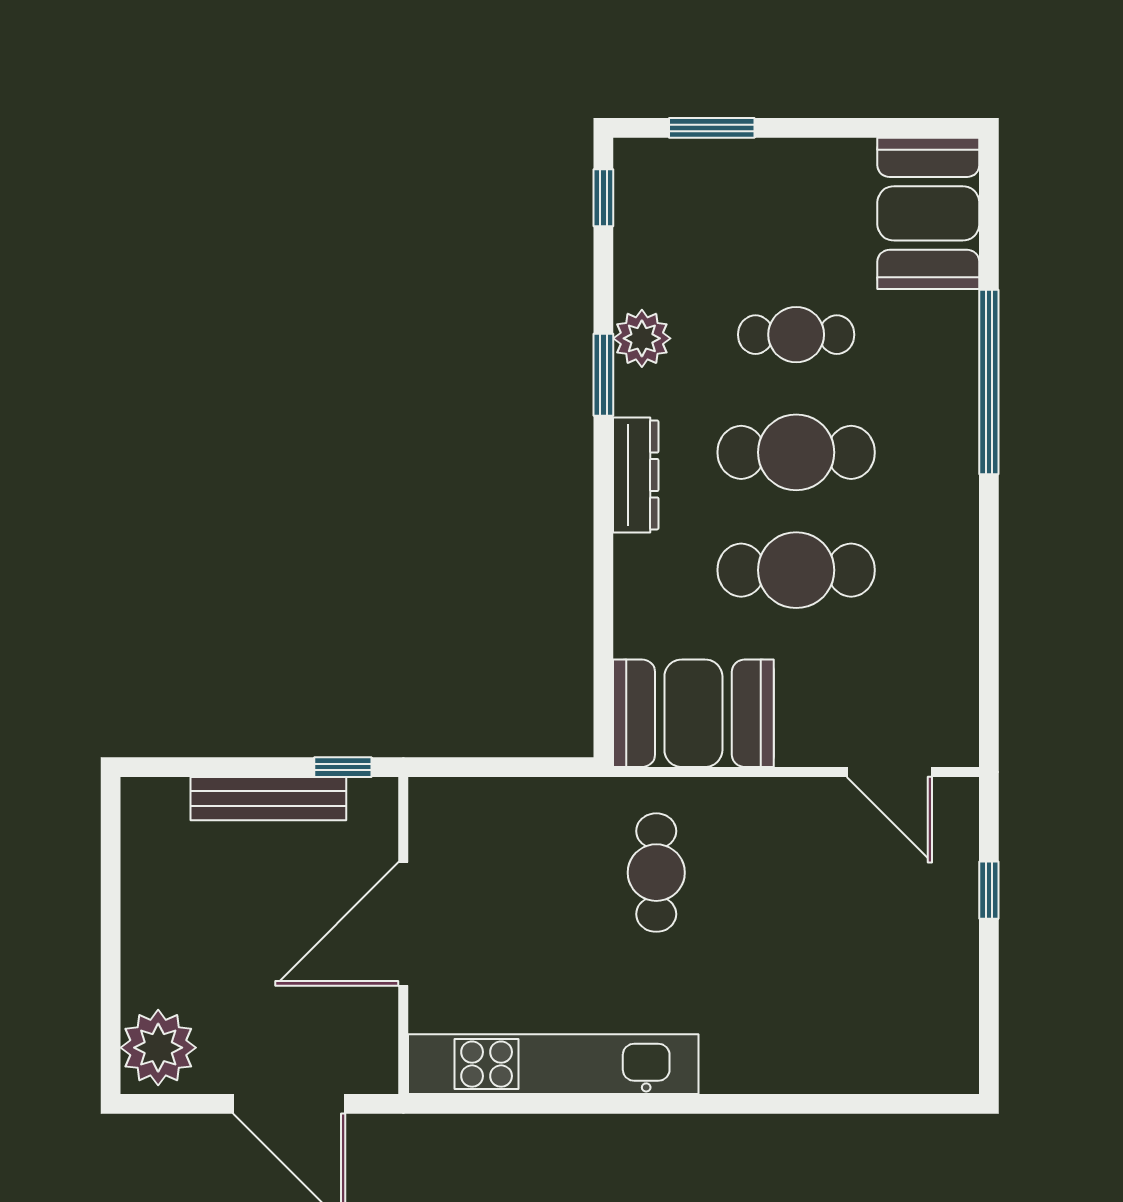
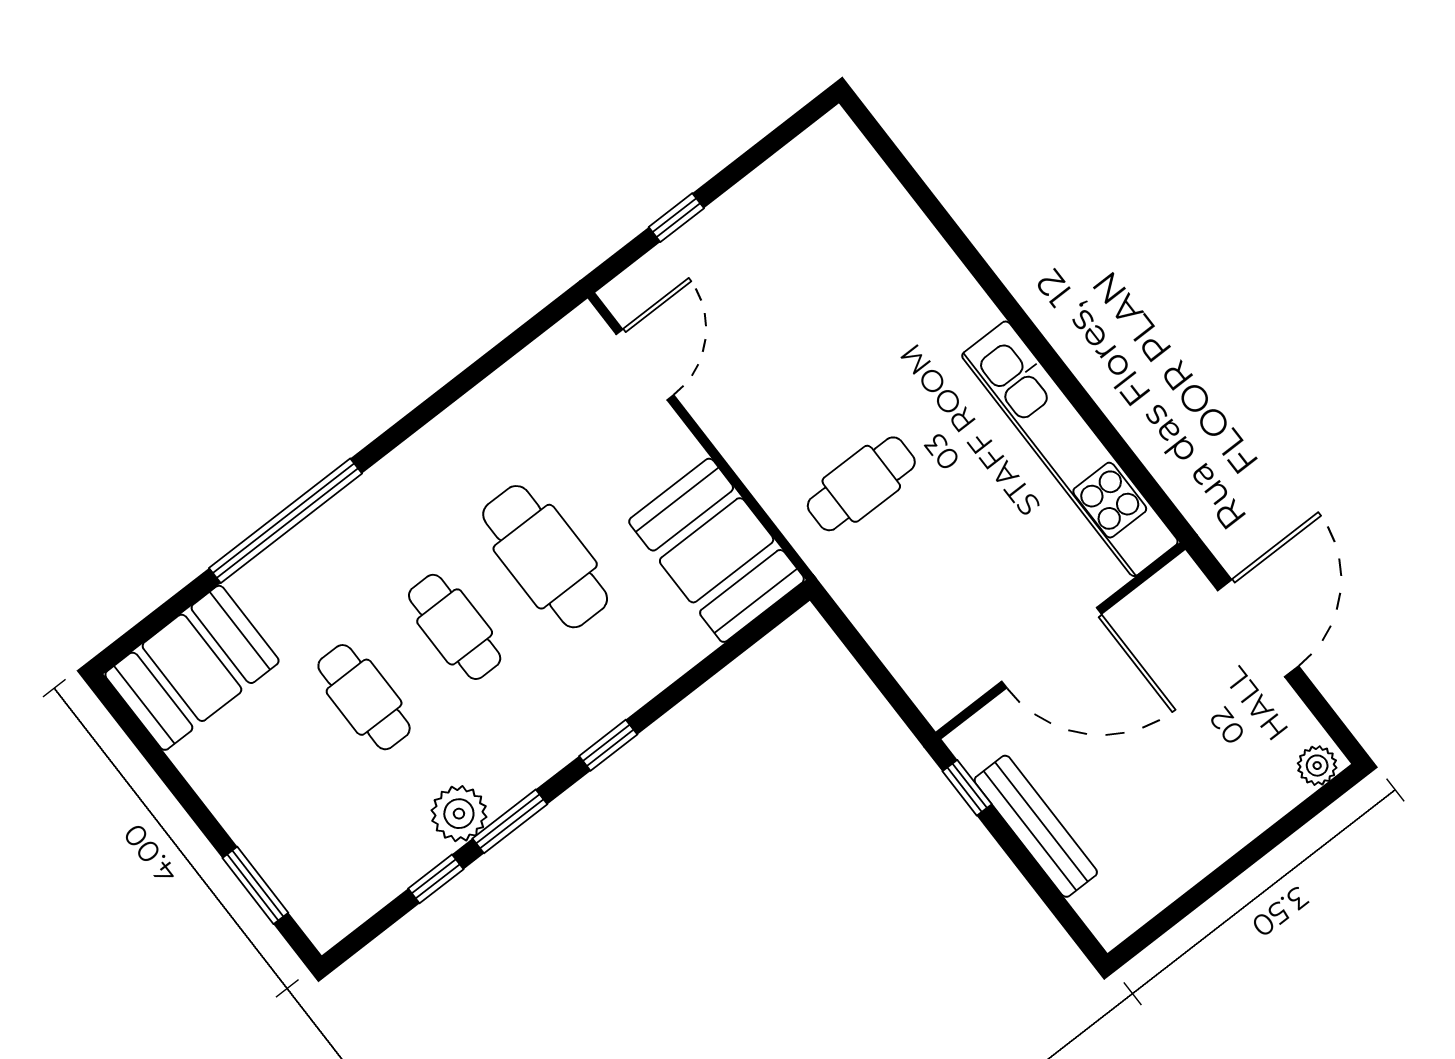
window: (603, 198) -> (436, 879), moved
cafe table: (796, 452) -> (455, 627), width x0.73, depth x0.74
dresser: (636, 475) -> (568, 737), removed
window: (603, 503) -> (608, 745), added
plant: (158, 1048) -> (1317, 766), width x0.53, depth x0.53

